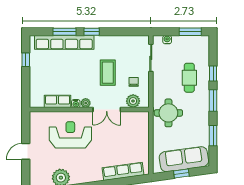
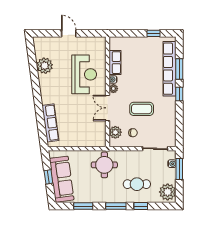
window: (190, 32) -> (179, 169), moved
plant: (198, 44) -> (168, 192), added

